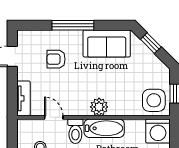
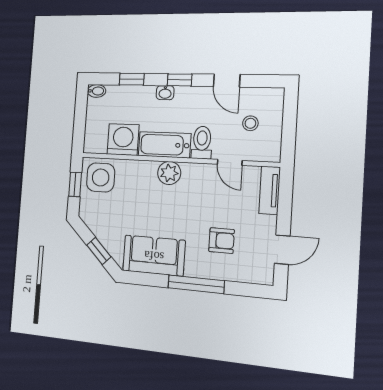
washing machine: (158, 131) -> (123, 139), moved

